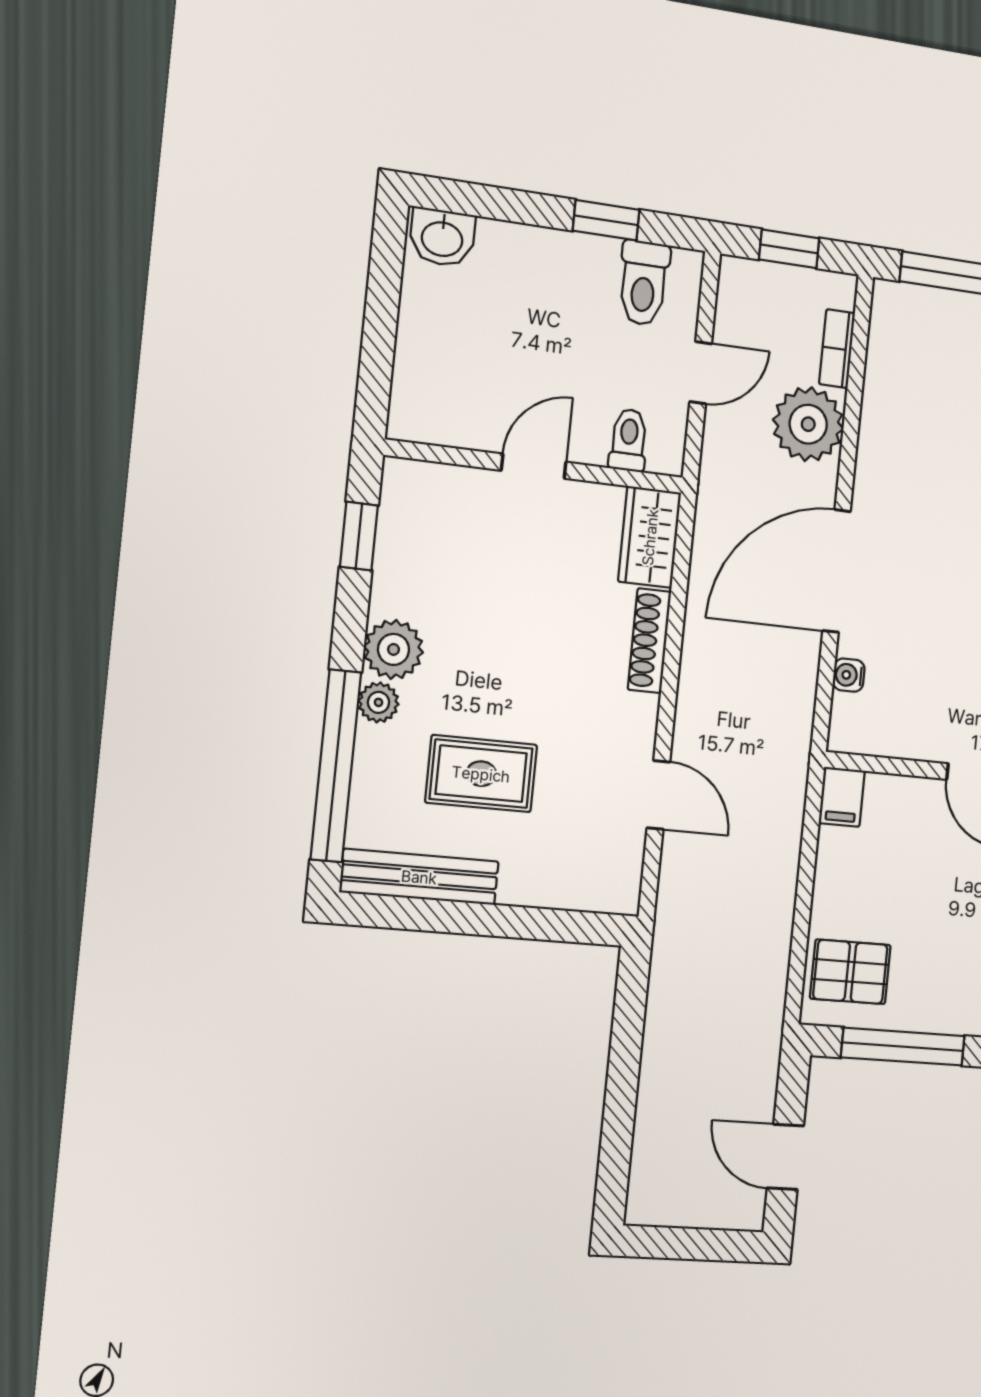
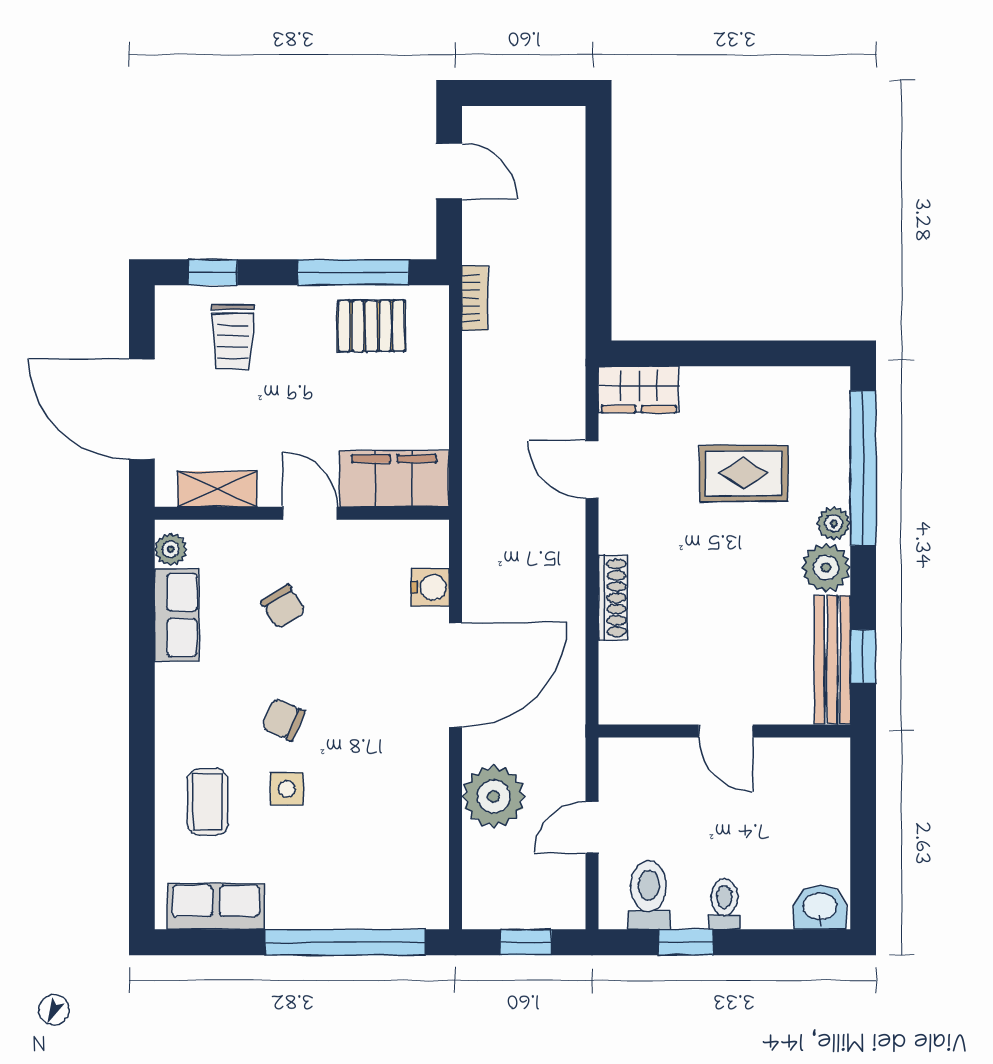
bookcase: (837, 349) -> (475, 298), moved
toilet: (629, 440) -> (725, 904), moved, turned 180
door: (534, 466) -> (726, 731), hinge flipped
wardrobe: (650, 537) -> (639, 389), moved, turned 90
water cooler: (849, 675) -> (430, 587), width x1.38, depth x1.38
filing cabinet: (842, 797) -> (394, 479), width x3.00, depth x1.17
bench: (419, 877) -> (832, 660), moved, turned 90
pallet: (850, 972) -> (371, 326), moved

